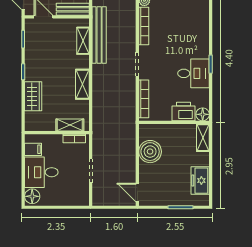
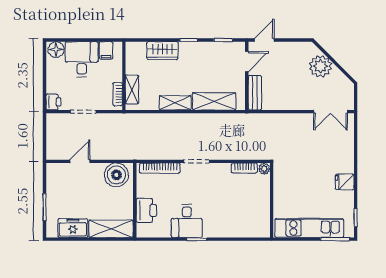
bookcase: (144, 26) -> (244, 168), width x0.64
bench: (99, 35) -> (228, 121), removed
shelving: (83, 41) -> (214, 101), width x1.50, depth x1.33
floor lamp: (203, 114) -> (143, 231), removed
shelving: (203, 138) -> (111, 229), width x1.50, depth x1.33
boiler: (150, 152) -> (116, 175), moved
door: (137, 193) -> (80, 161), moved
printer: (81, 199) -> (53, 102), added

